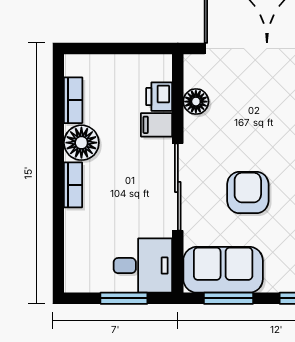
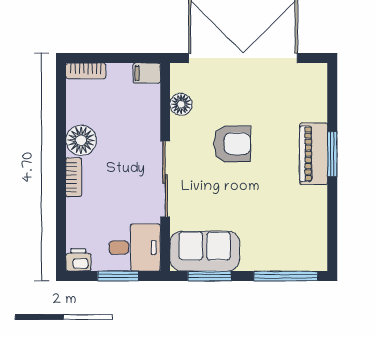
printer: (159, 97) -> (78, 260), moved, turned 90
bookcase: (73, 100) -> (86, 71), moved, turned 90
filing cabinet: (157, 125) -> (147, 73), moved
armchair: (248, 192) -> (232, 144), moved, turned 90

